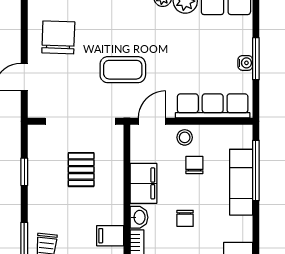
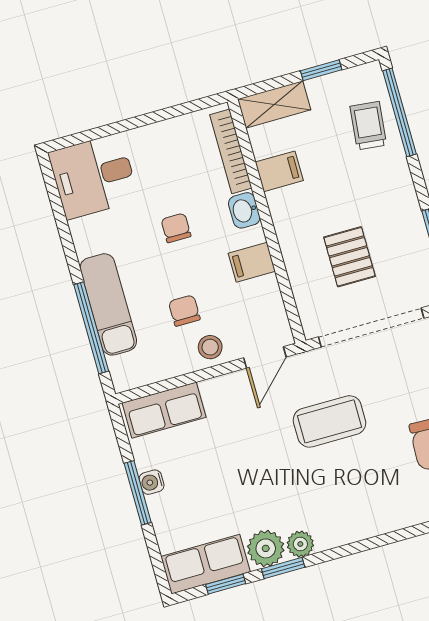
row of seats: (213, 106) -> (164, 410), width x0.68
chair: (194, 165) -> (184, 311), turned 180
filing cabinet: (144, 183) -> (252, 262), width x0.50

